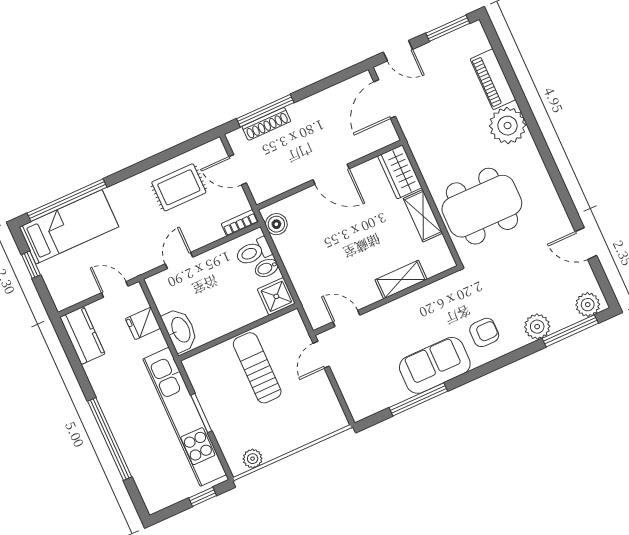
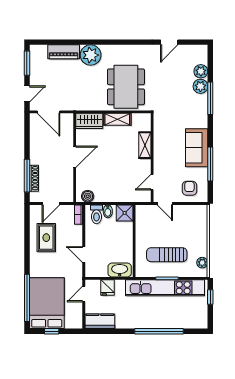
bed: (69, 227) -> (47, 303), width x1.50
plant: (588, 305) -> (201, 71), moved
window: (570, 331) -> (210, 98), moved
armchair: (484, 332) -> (189, 188), moved
sun lounger: (257, 368) -> (167, 255), moved

